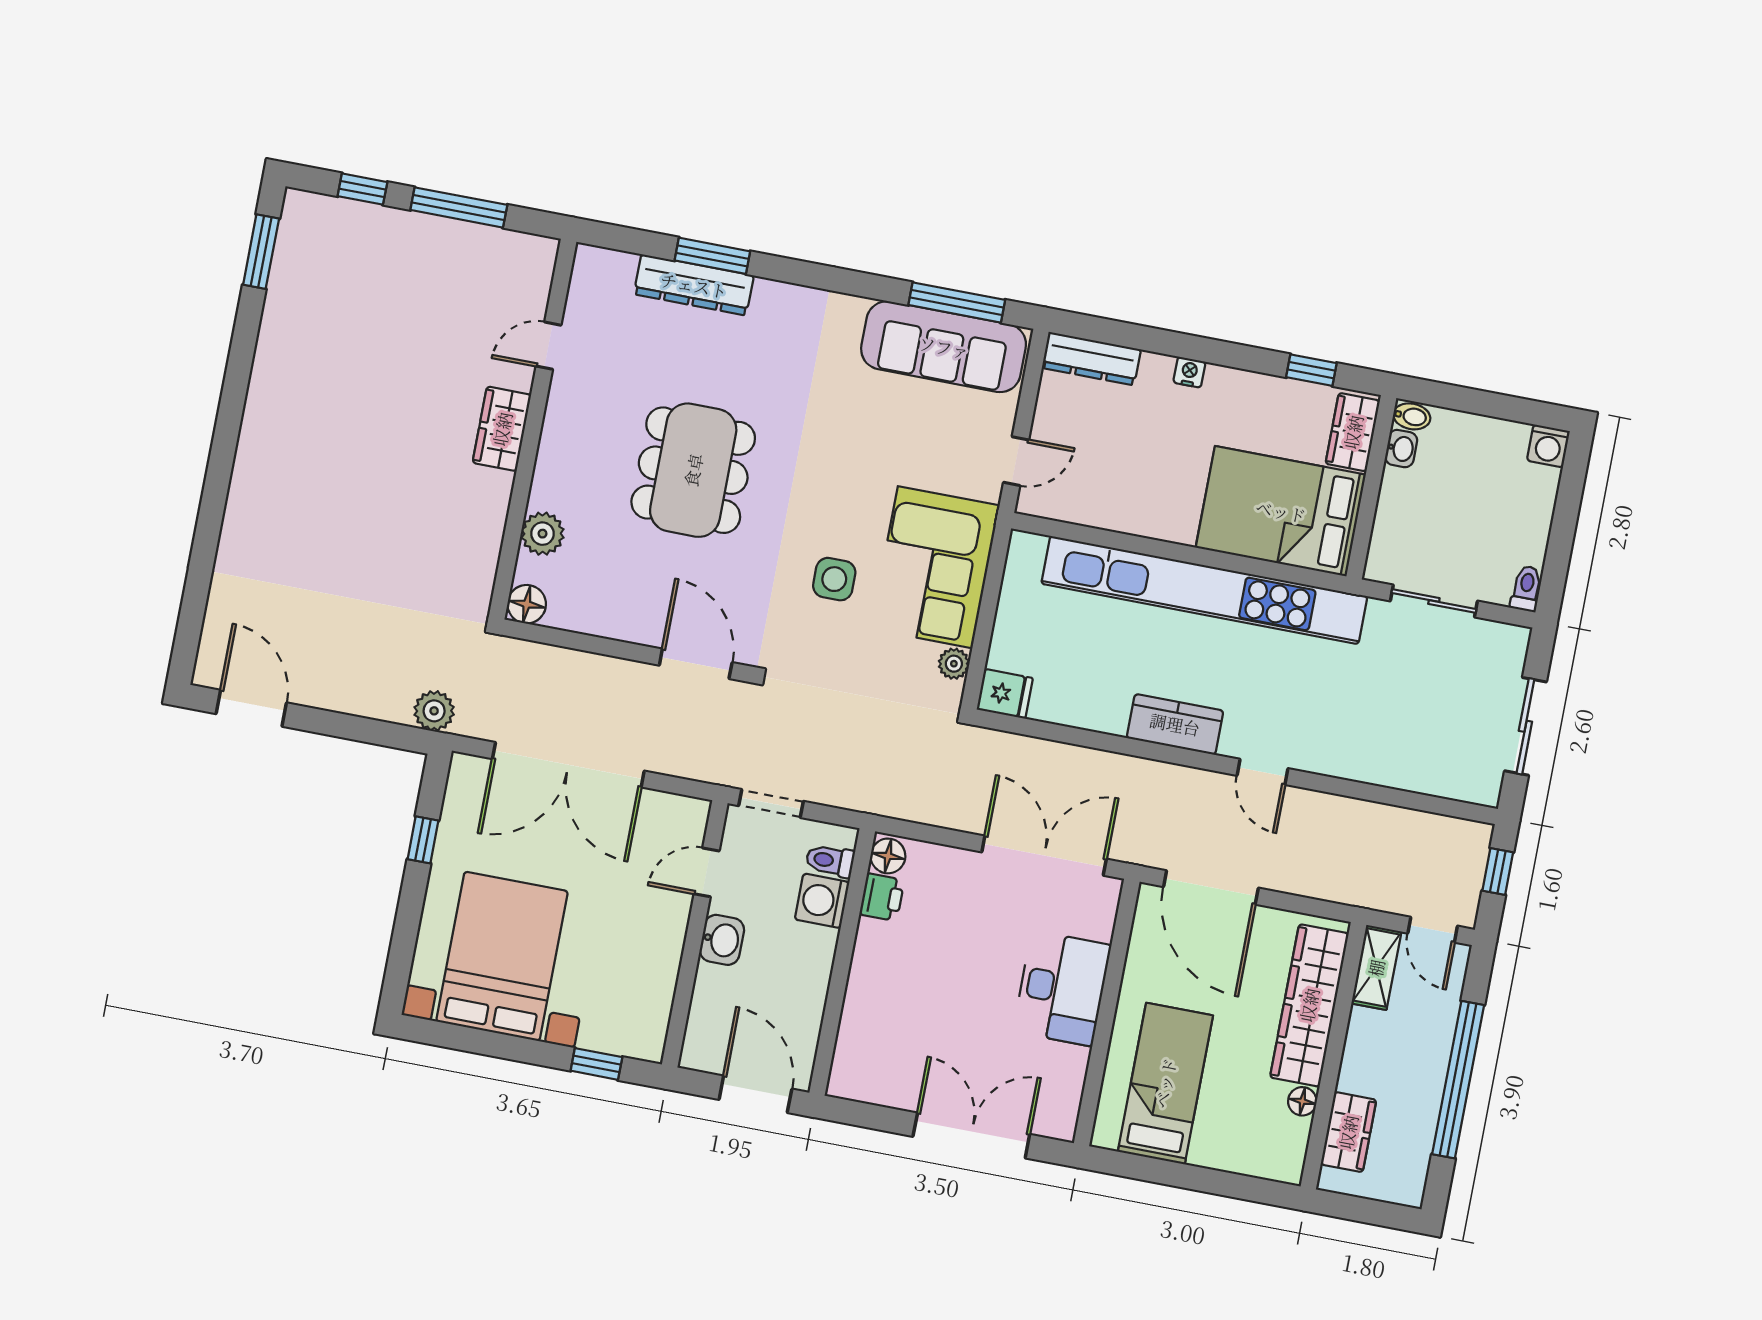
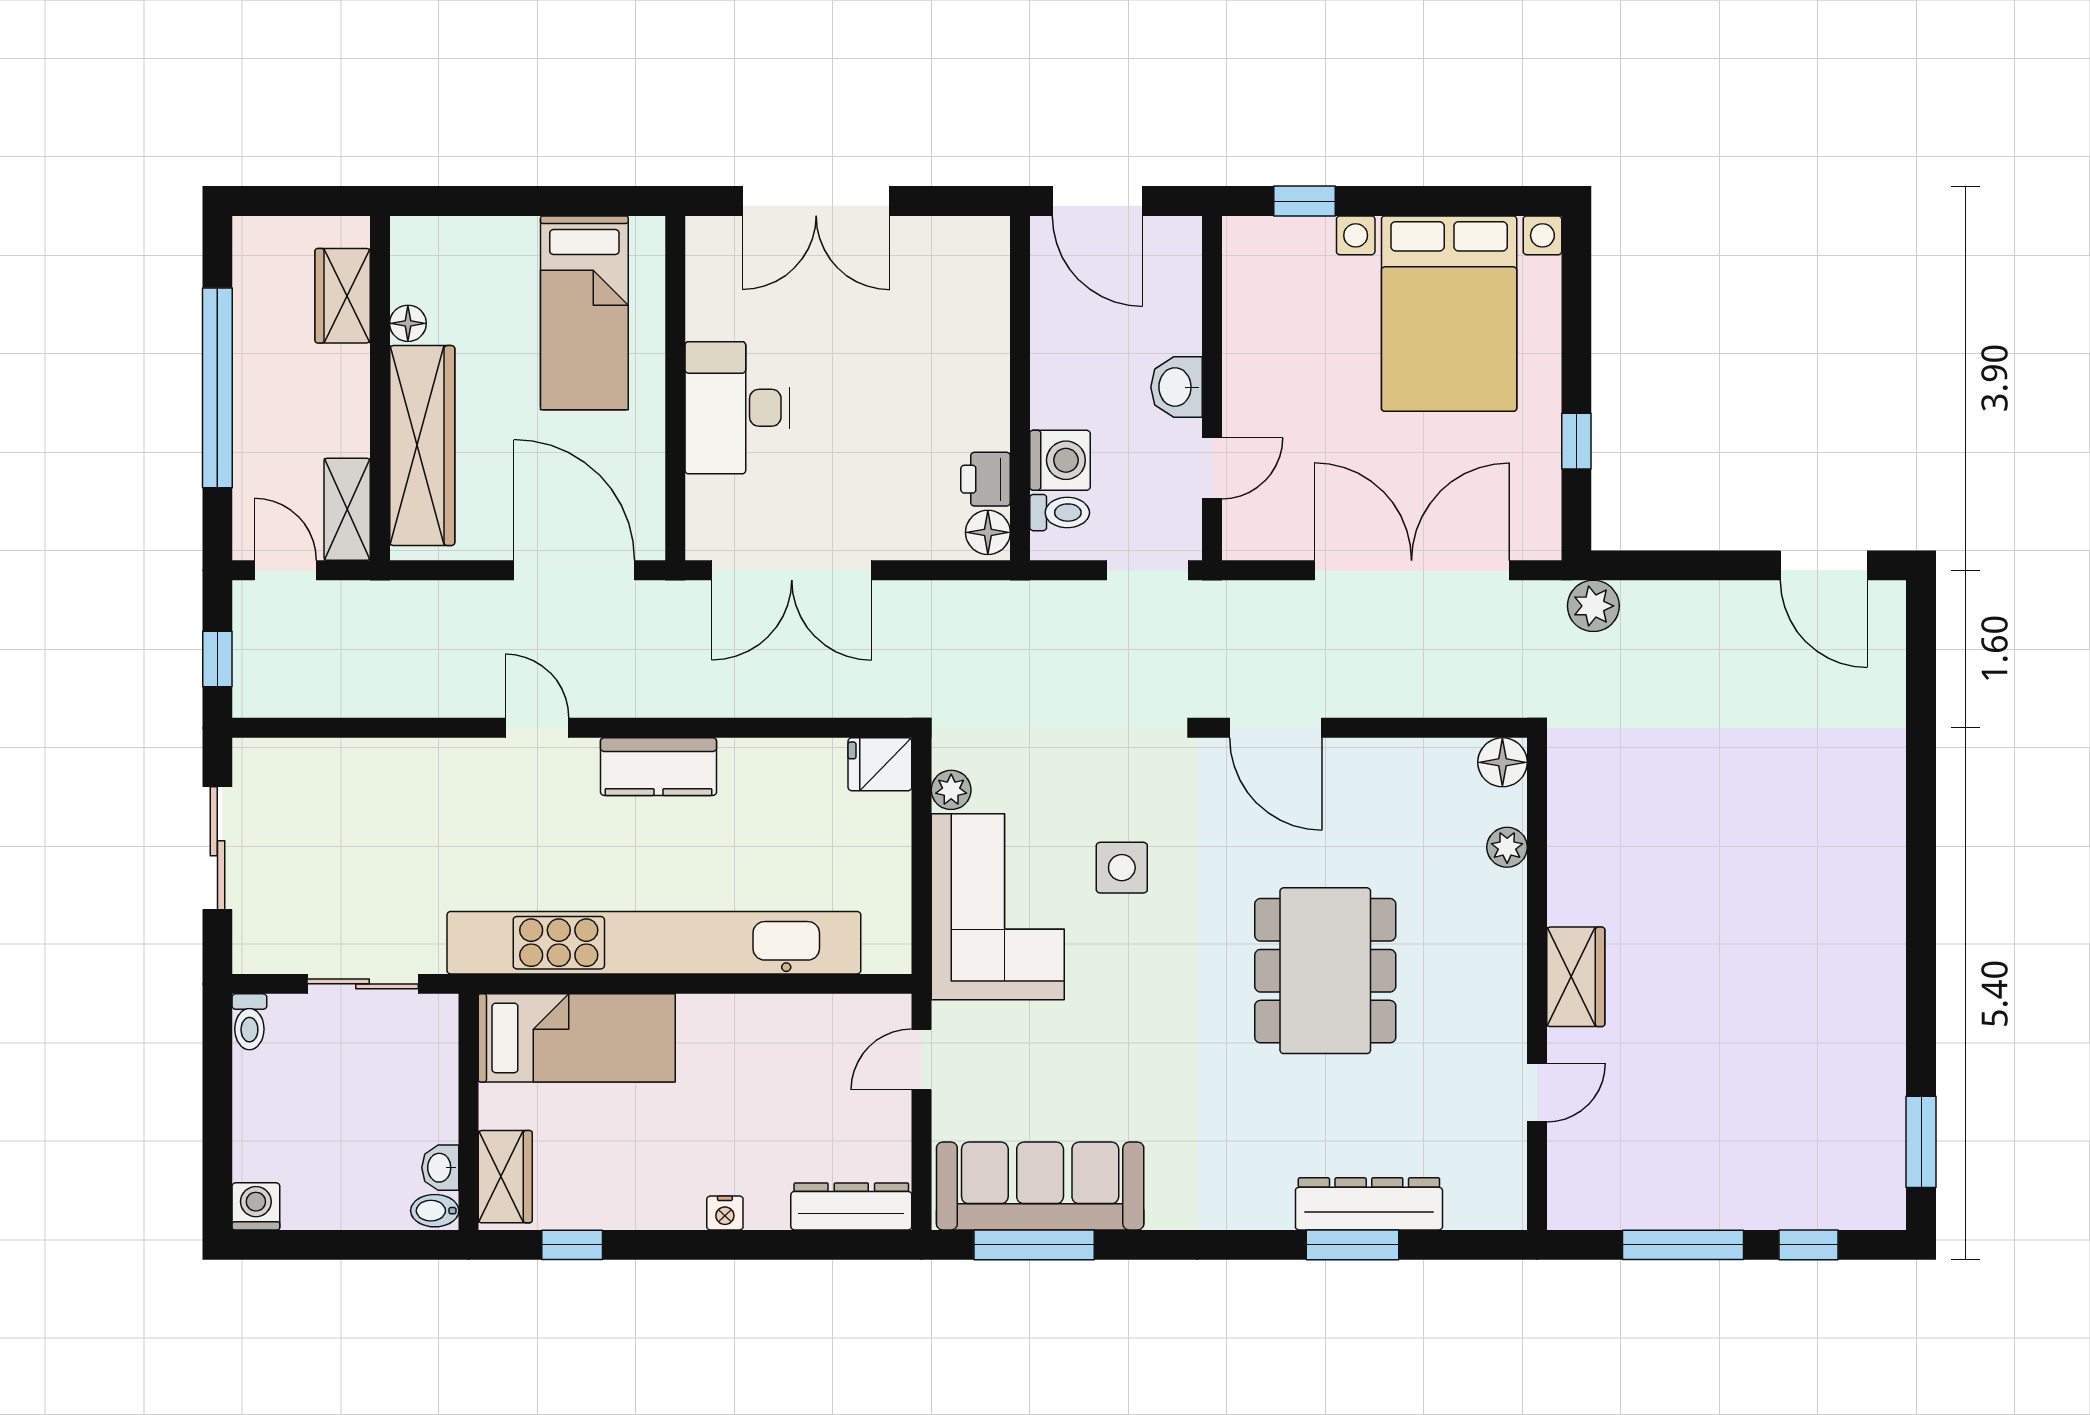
bed: (1281, 511) -> (577, 1038), width x0.67
plant: (543, 534) -> (1507, 847), width x0.73, depth x0.73

